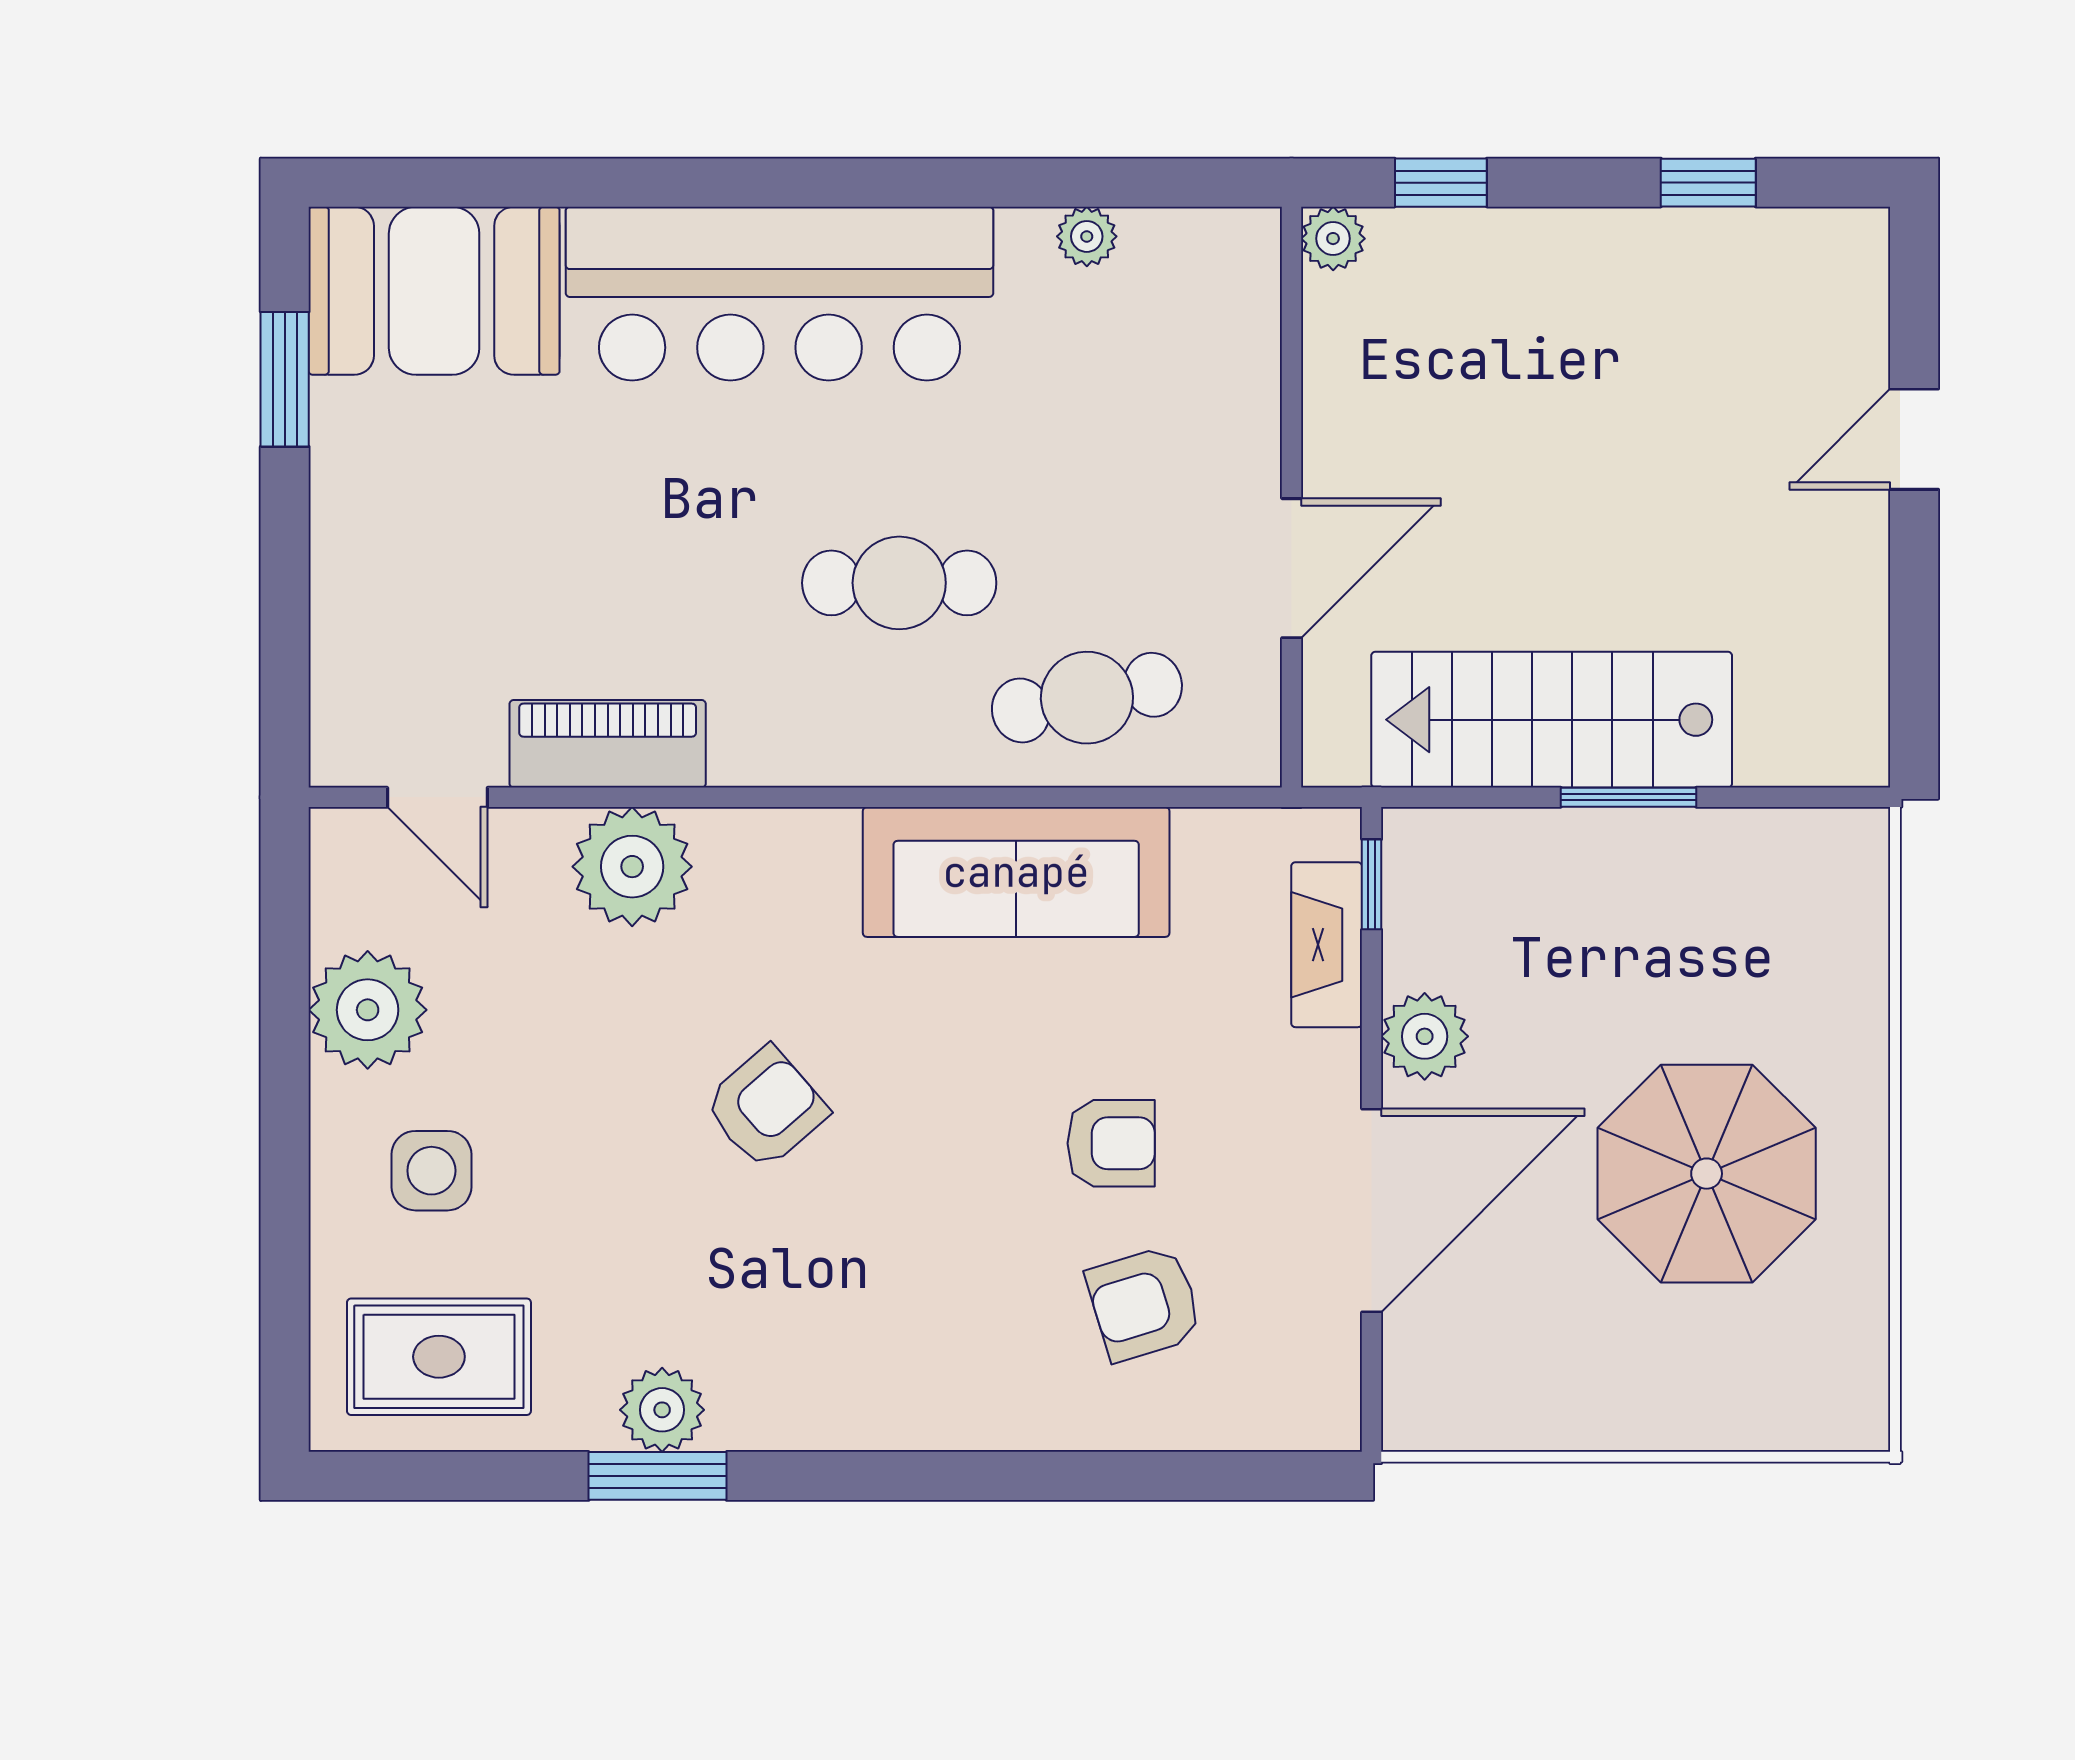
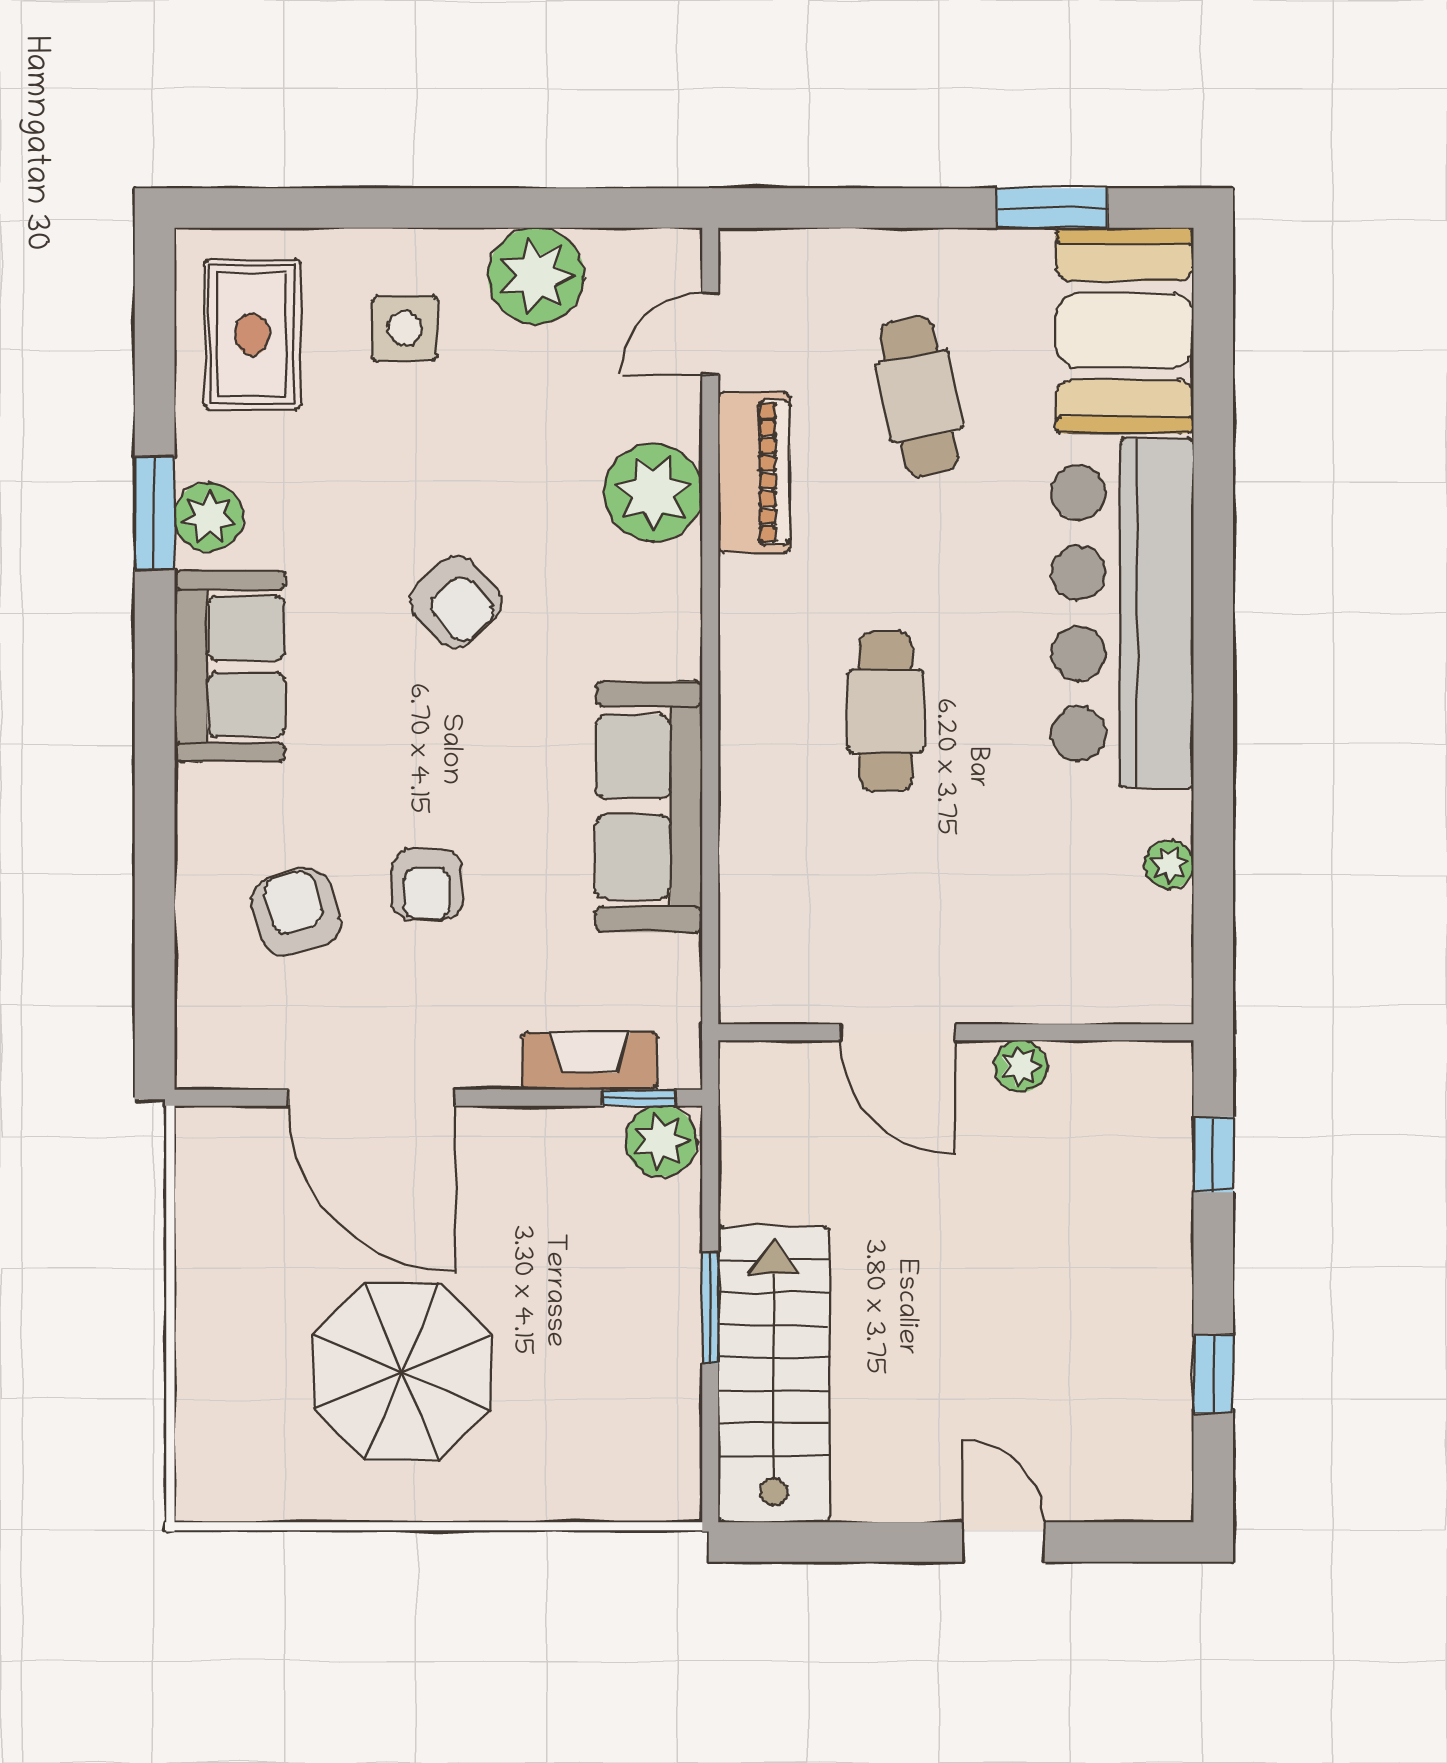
plant: (1333, 239) -> (1021, 1066), moved
cafe table: (1087, 698) -> (919, 396), moved
stairs: (1552, 720) -> (774, 1374), moved
plant: (1425, 1036) -> (661, 1141), moved
sofa: (844, 1384) -> (230, 666), added

